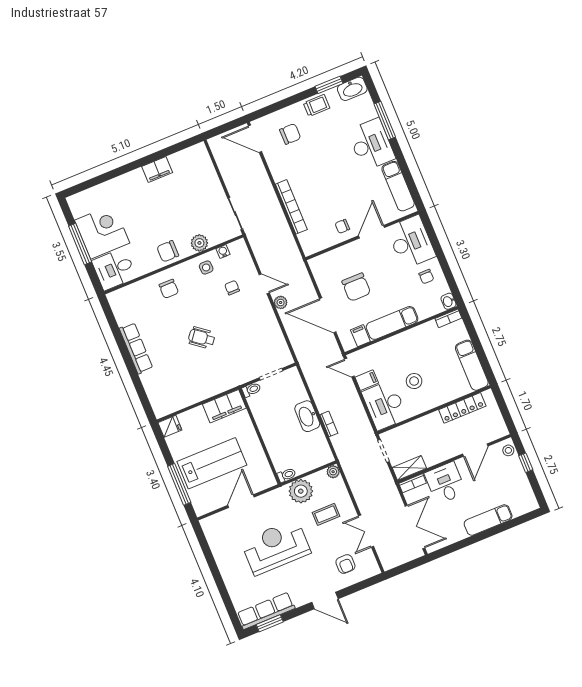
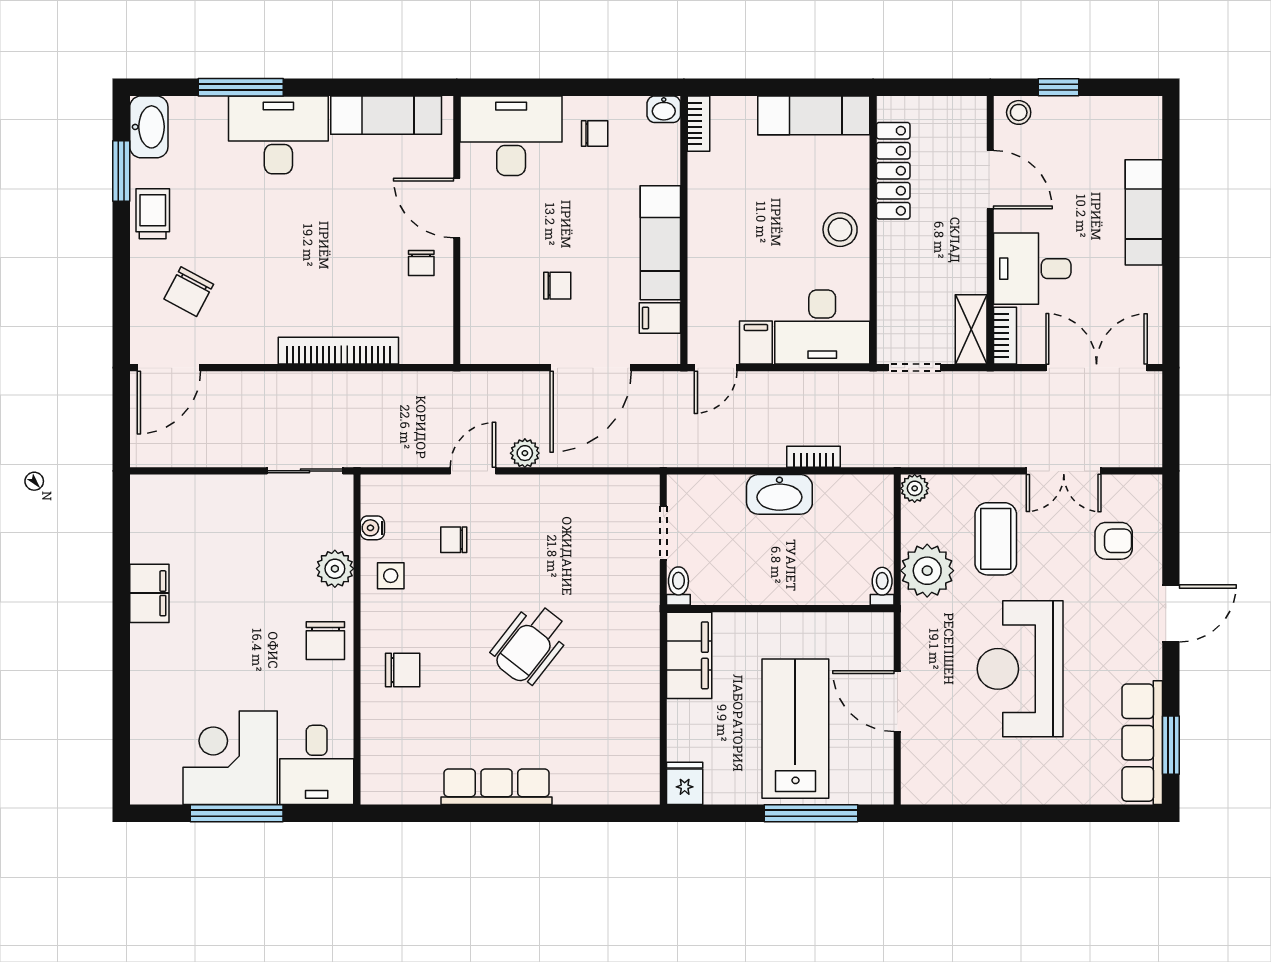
chair: (290, 134) -> (189, 292), turned -152
chair: (356, 287) -> (557, 286), width x0.54, depth x0.54
wheelchair: (202, 338) -> (530, 644), width x1.36, depth x1.37
stool: (414, 381) -> (840, 230), moved
coffee table: (326, 514) -> (996, 539), width x1.36, depth x1.30

